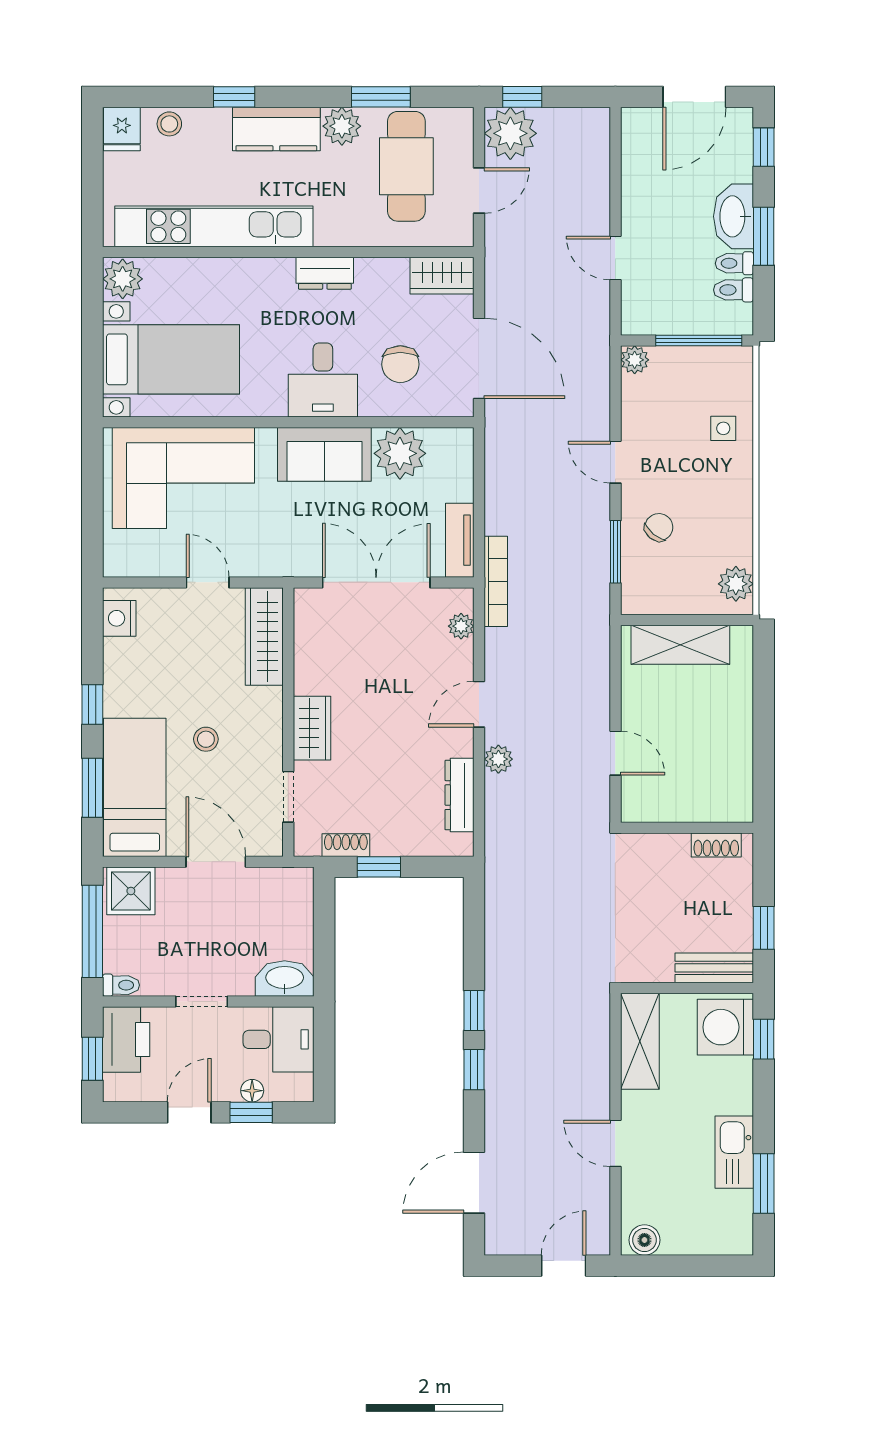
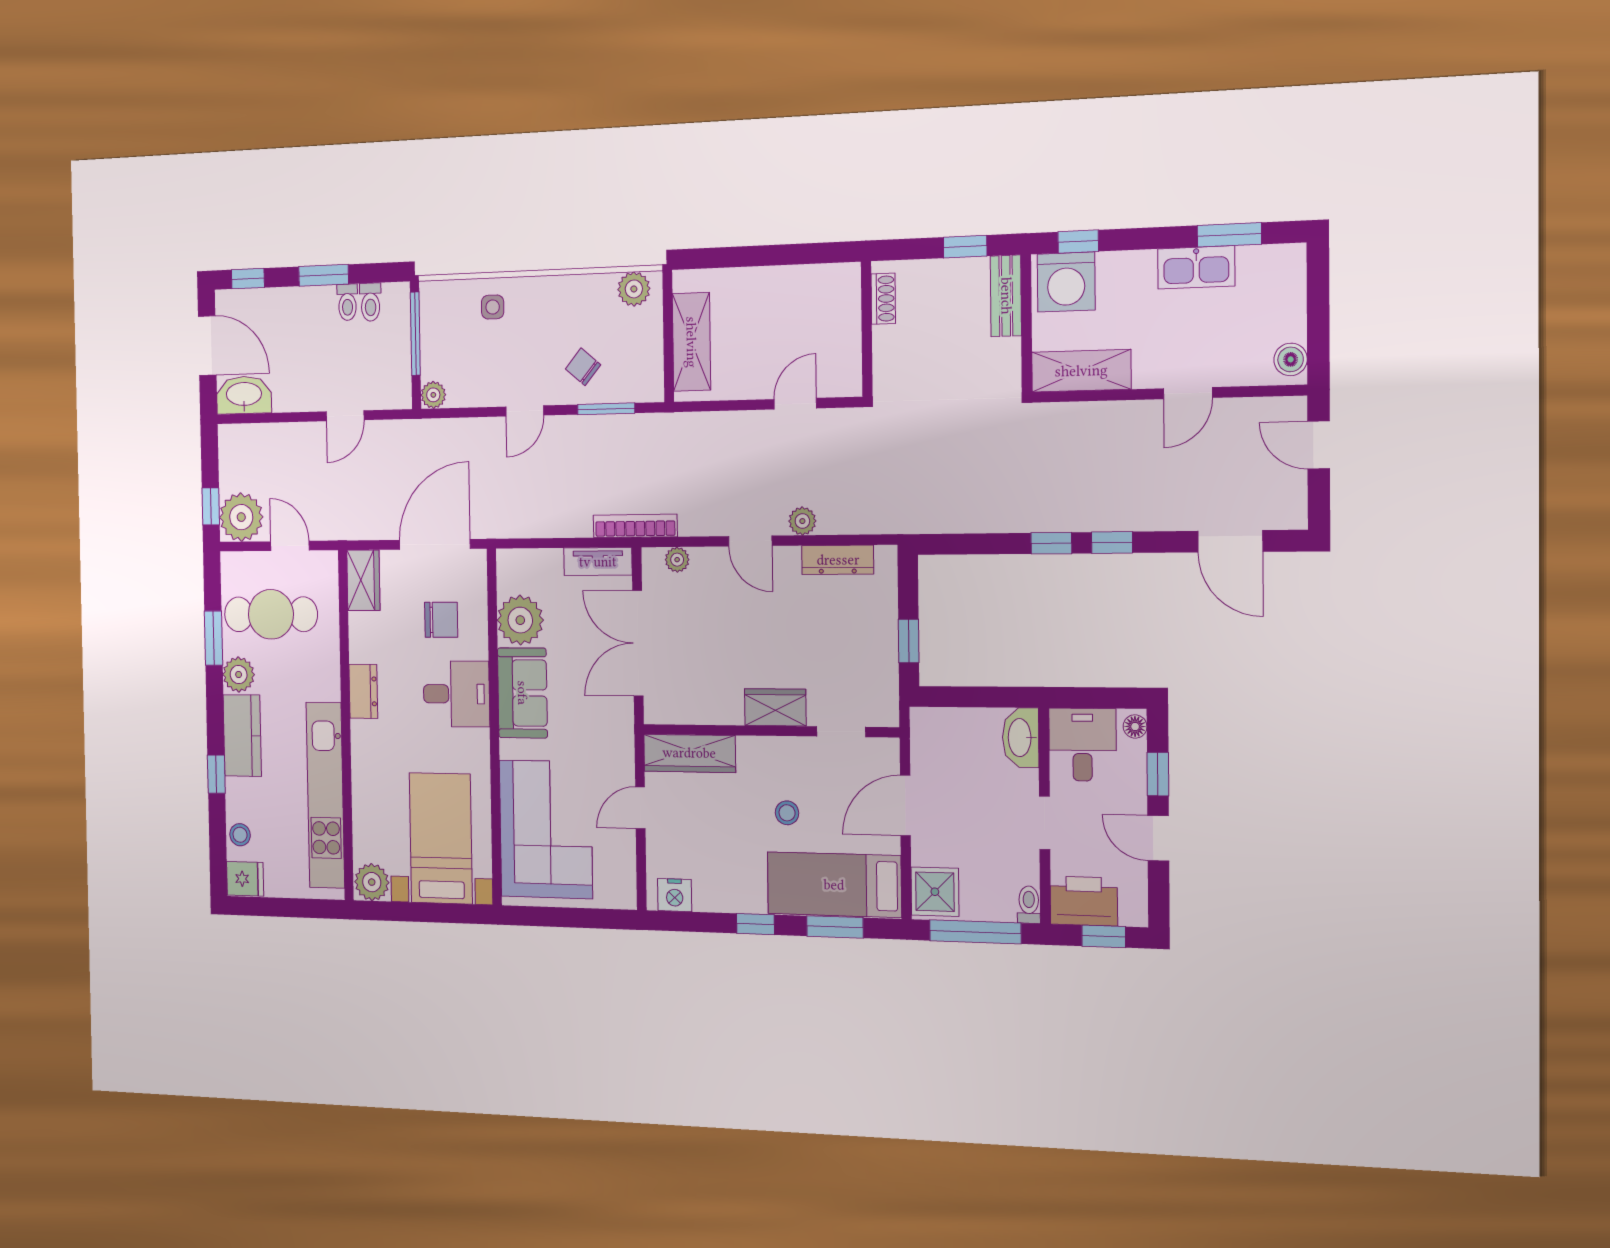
washbasin: (734, 216) -> (244, 395), moved, turned 180
shoe rack: (346, 845) -> (888, 674), removed
floor lamp: (252, 1091) -> (1135, 726), moved

